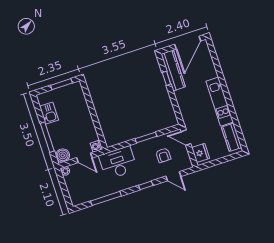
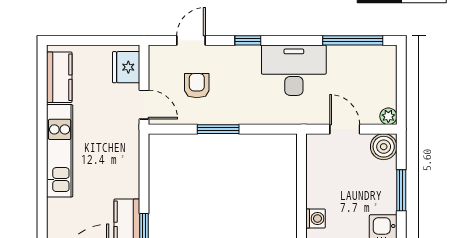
window: (47, 137) -> (401, 190), width x0.69
washing machine: (96, 146) -> (316, 218), moved
desk: (118, 163) -> (294, 70), moved, turned 180
door: (173, 176) -> (191, 40), hinge flipped
window: (106, 198) -> (353, 40), moved

